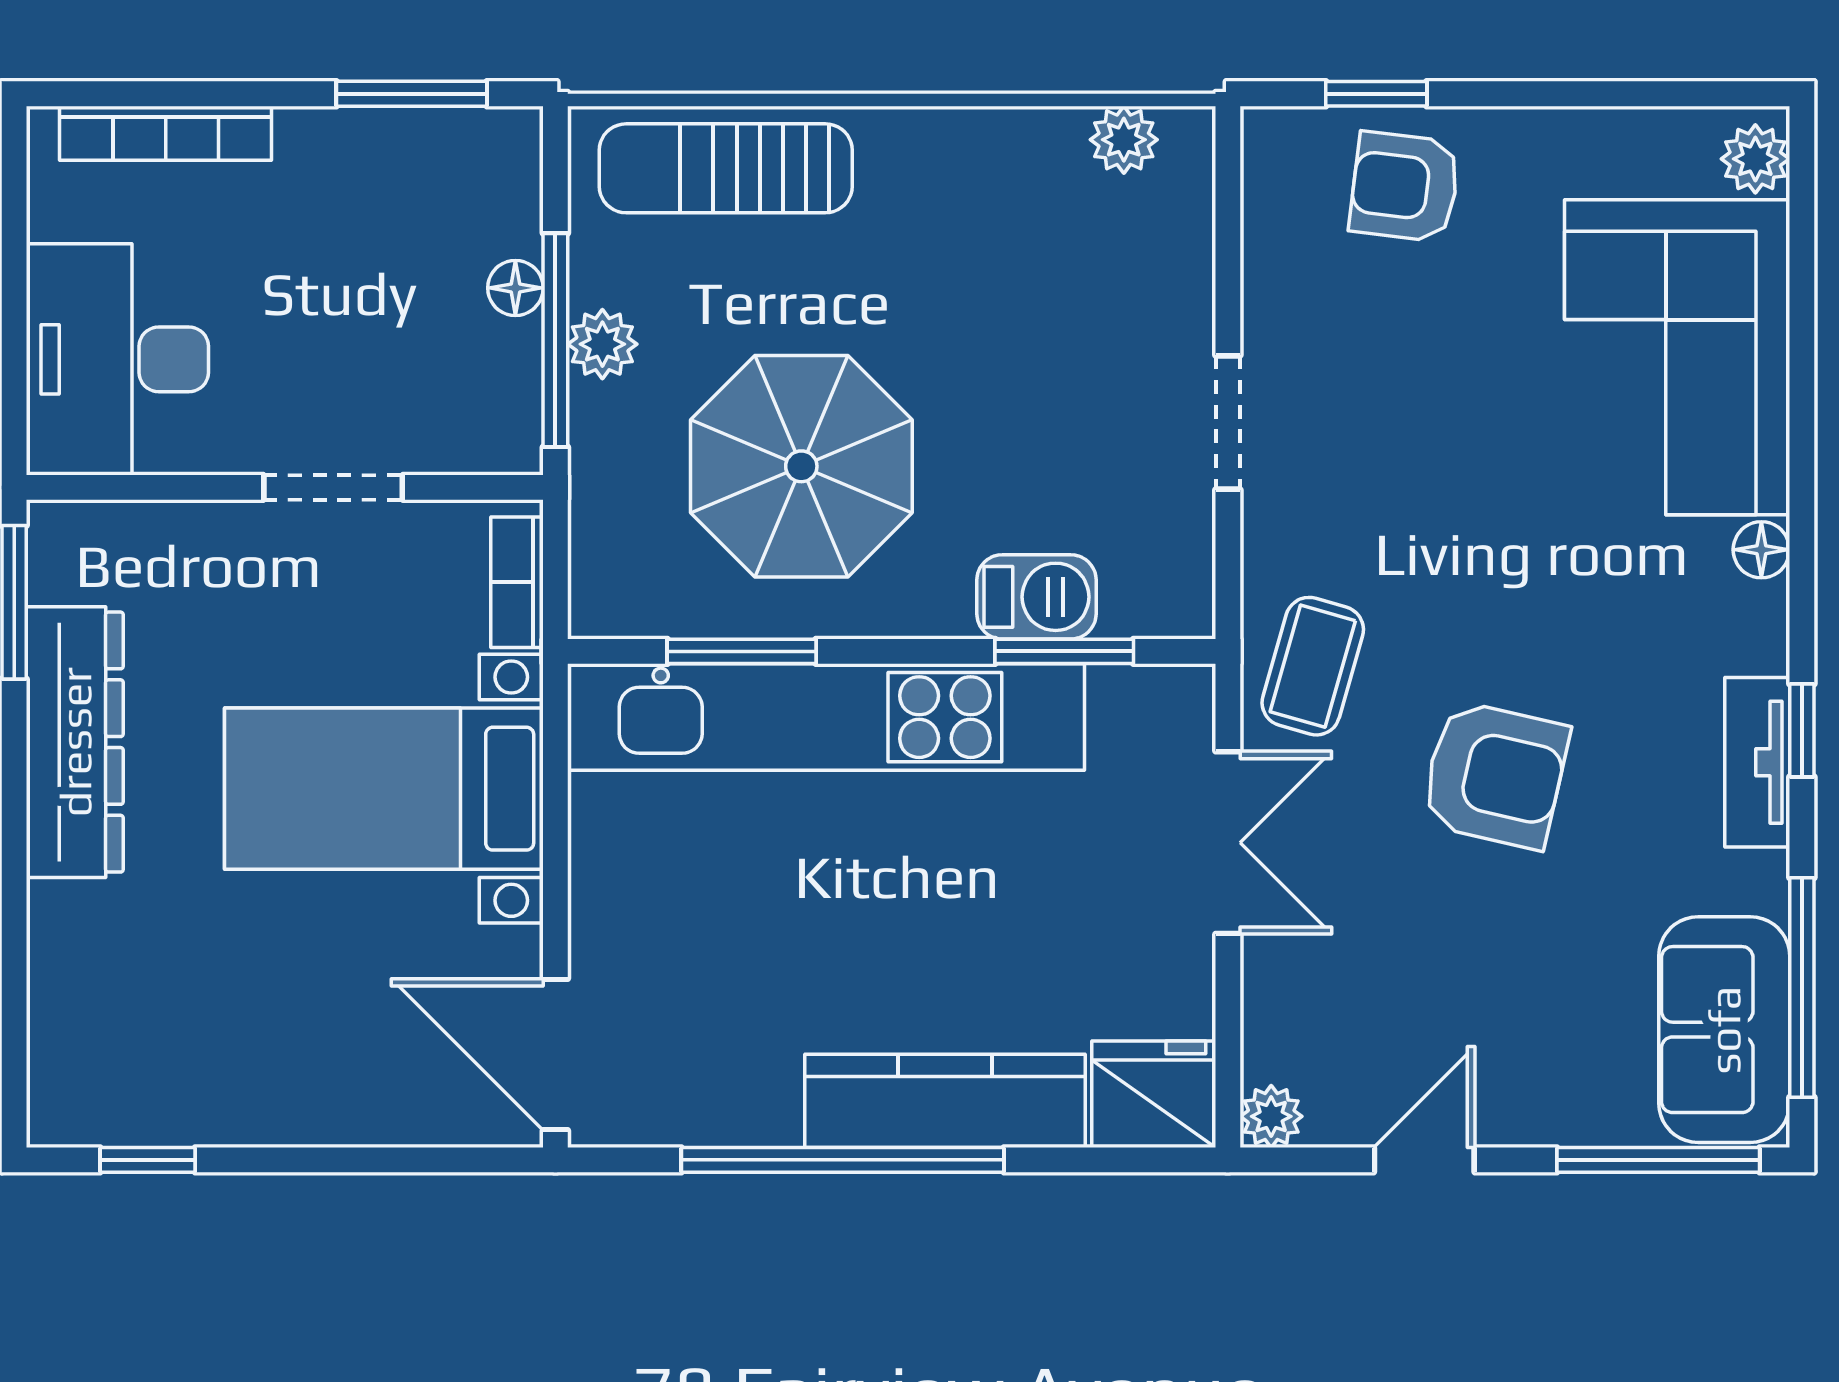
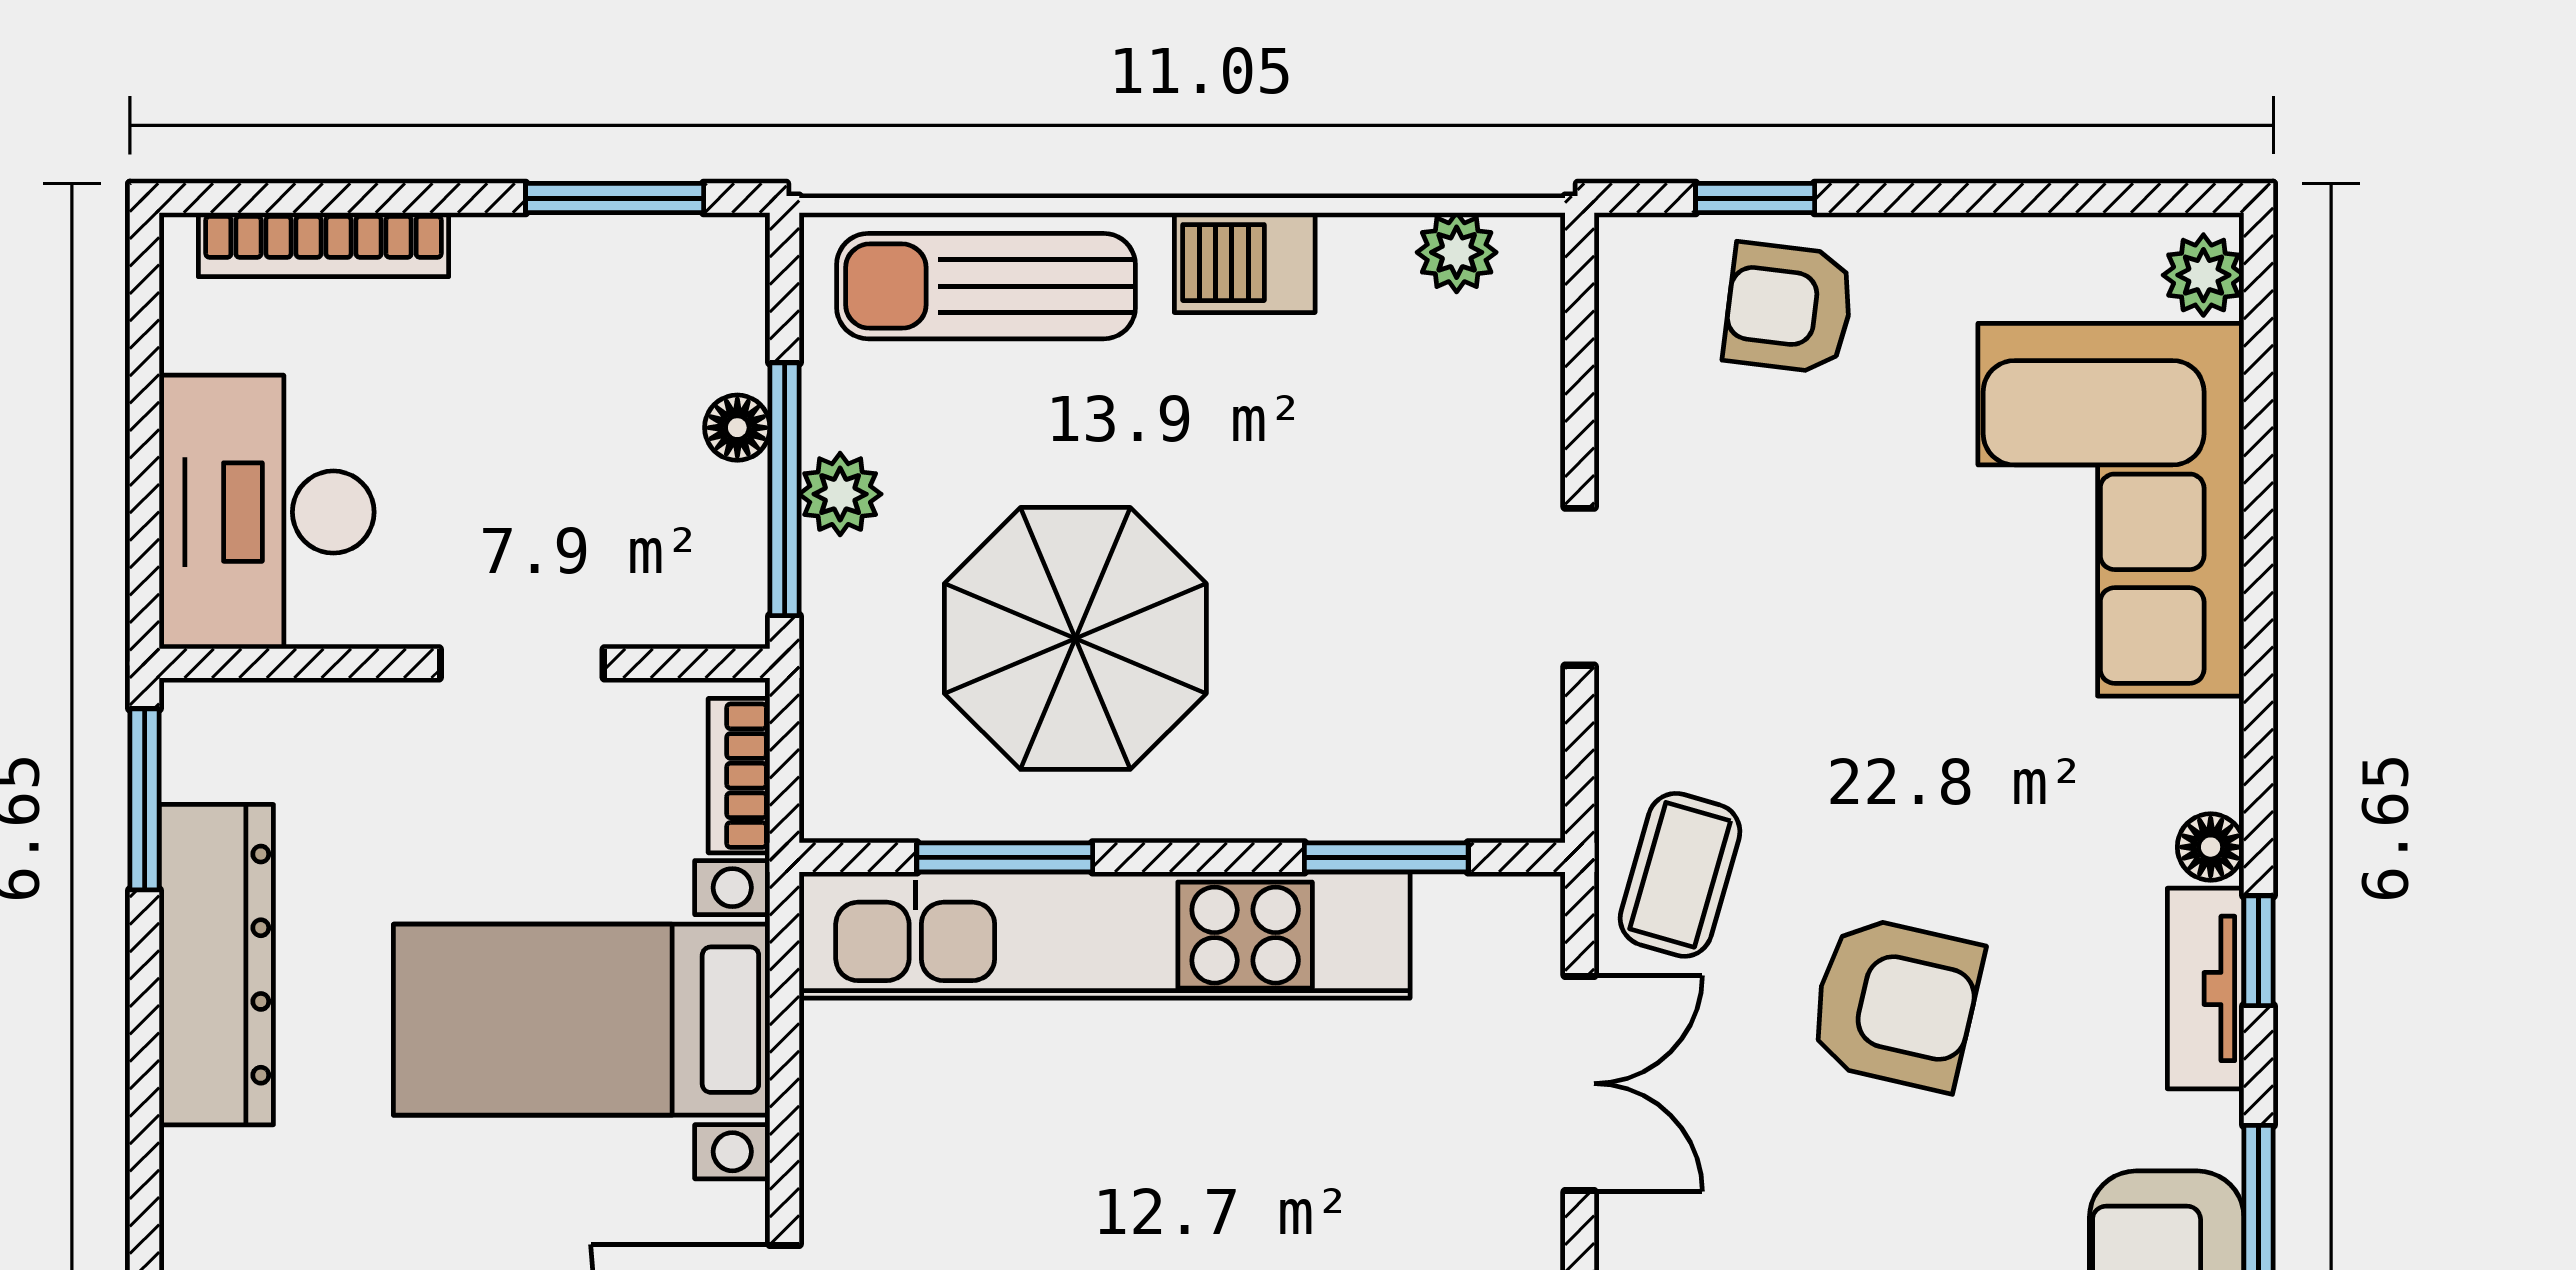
floor lamp: (1761, 550) -> (2211, 847), moved
barbecue: (1036, 597) -> (1245, 263), moved, turned 180

